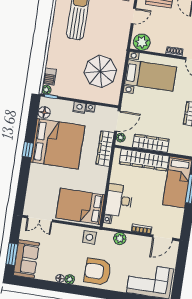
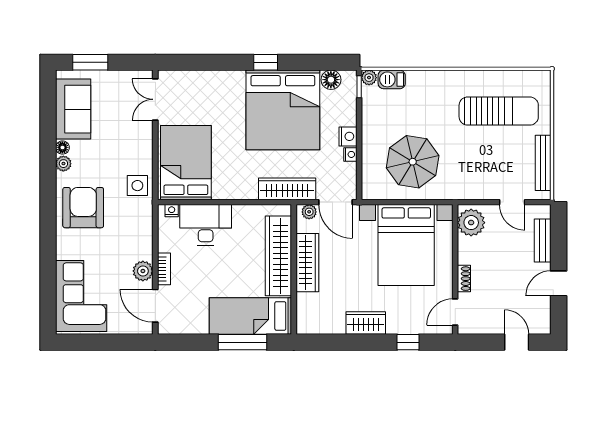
bed with nightstands: (150, 75) -> (406, 245), width x1.36
plant: (120, 239) -> (143, 271), moved
sofa: (26, 259) -> (73, 109), moved, turned -90

